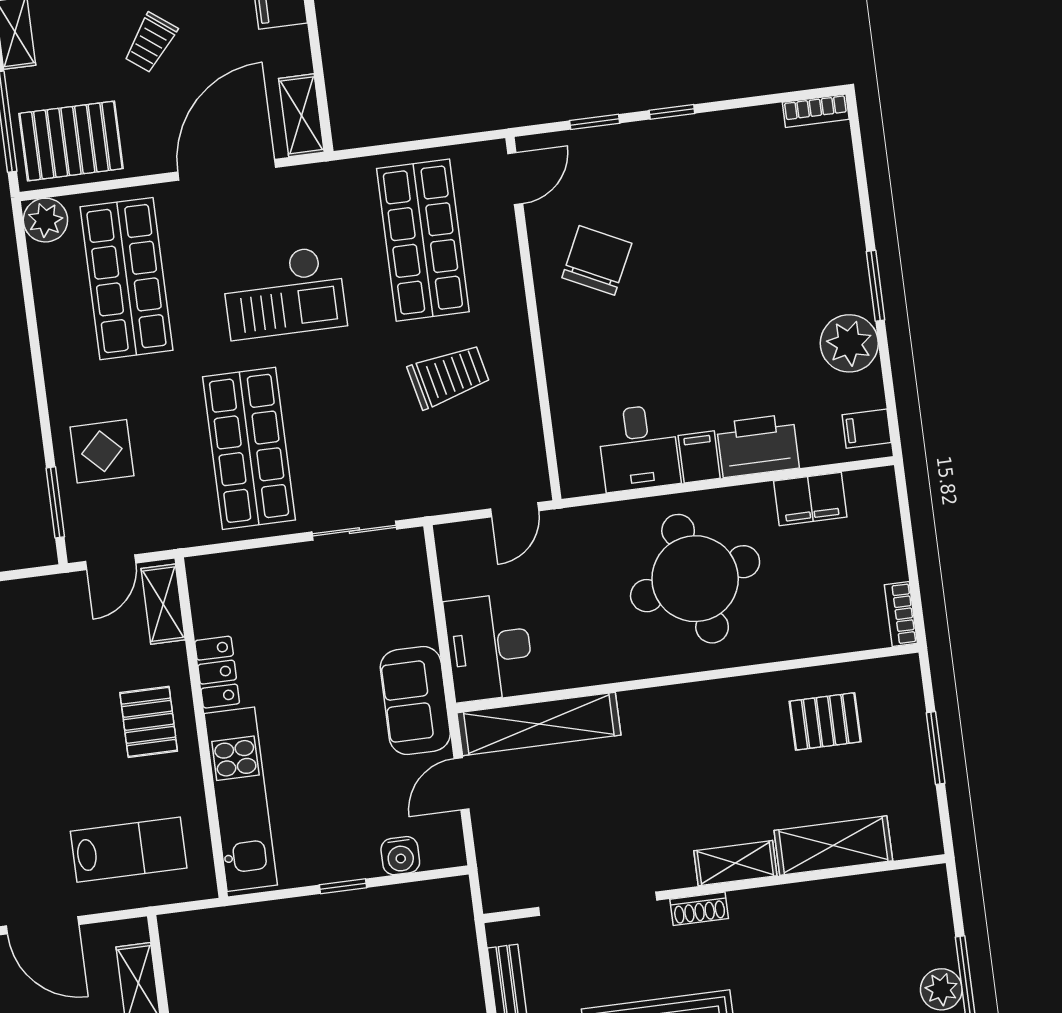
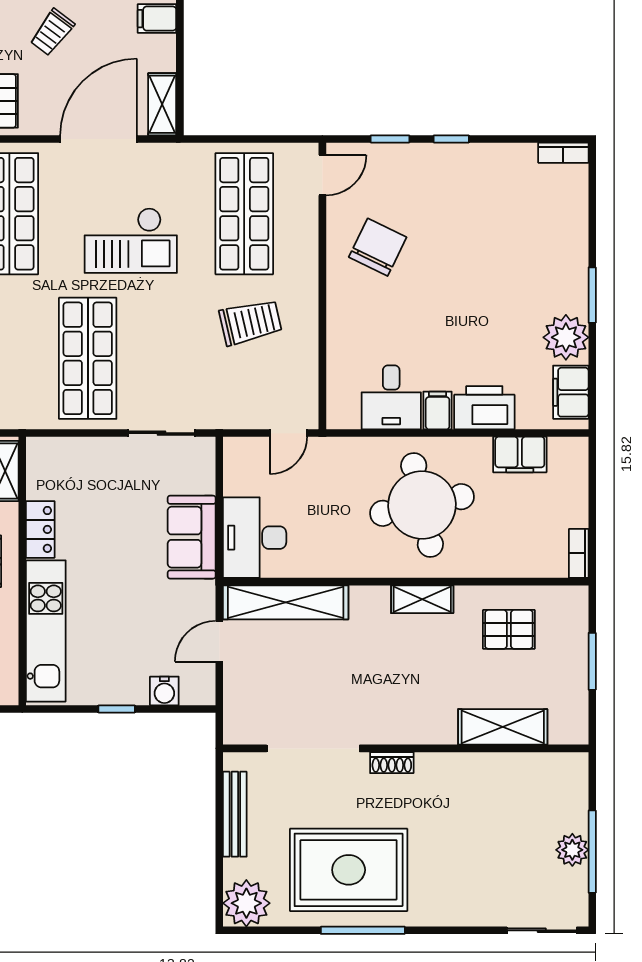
filing cabinet: (867, 429) -> (571, 392), width x2.00
sofa: (415, 701) -> (192, 537), moved
shelving: (735, 863) -> (422, 599), moved

